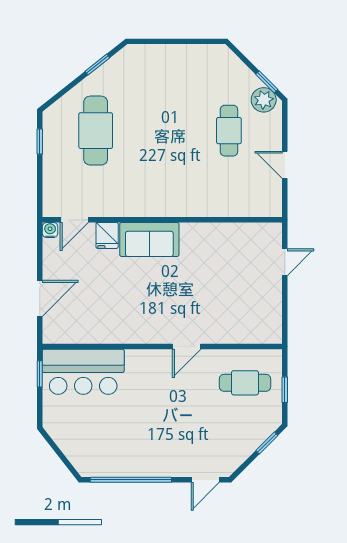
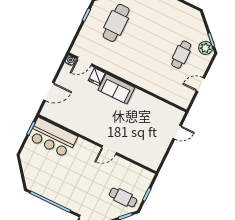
door: (285, 165) -> (200, 85), hinge flipped
cafe table: (245, 383) -> (123, 197), moved

